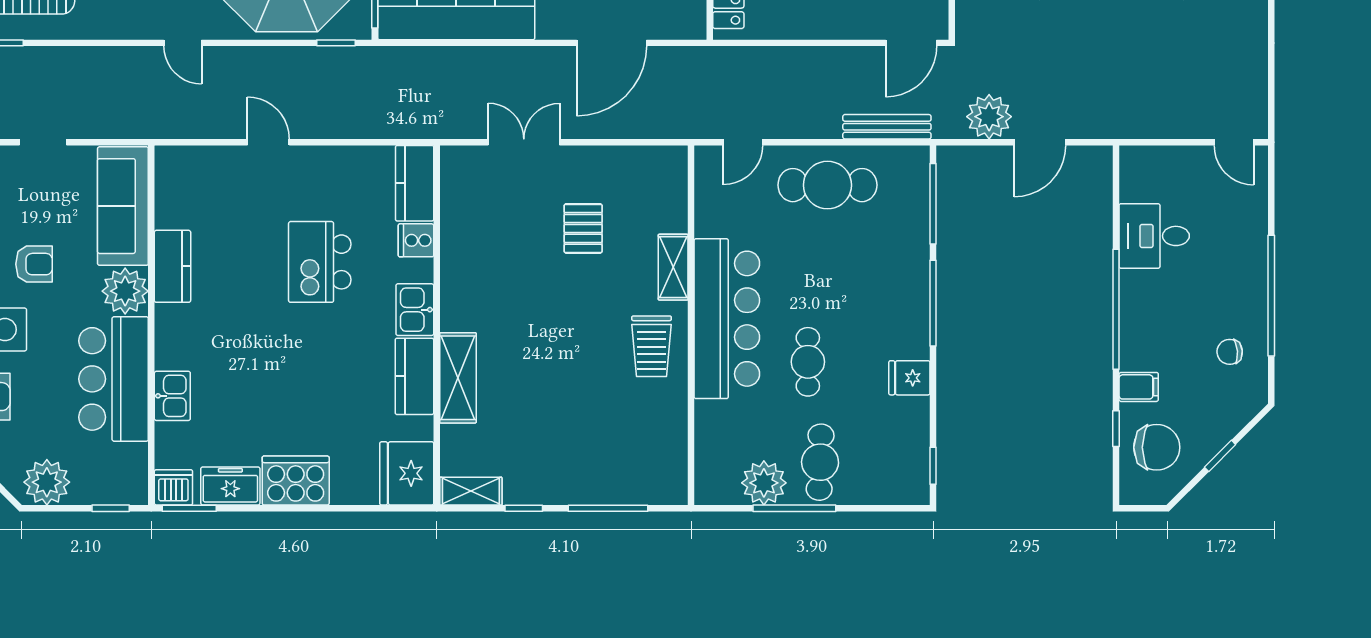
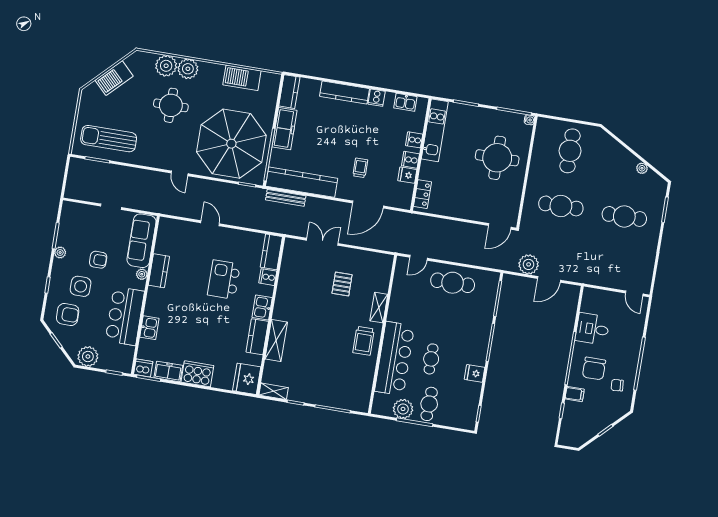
bench: (887, 127) -> (286, 198), moved
plant: (125, 291) -> (142, 274), width x0.53, depth x0.53
bar counter: (727, 319) -> (395, 359), moved
chair: (1157, 447) -> (594, 369), moved, turned 90

